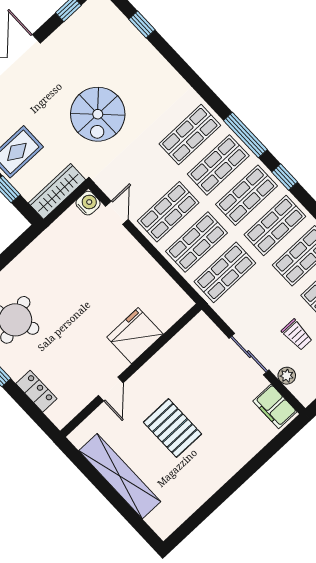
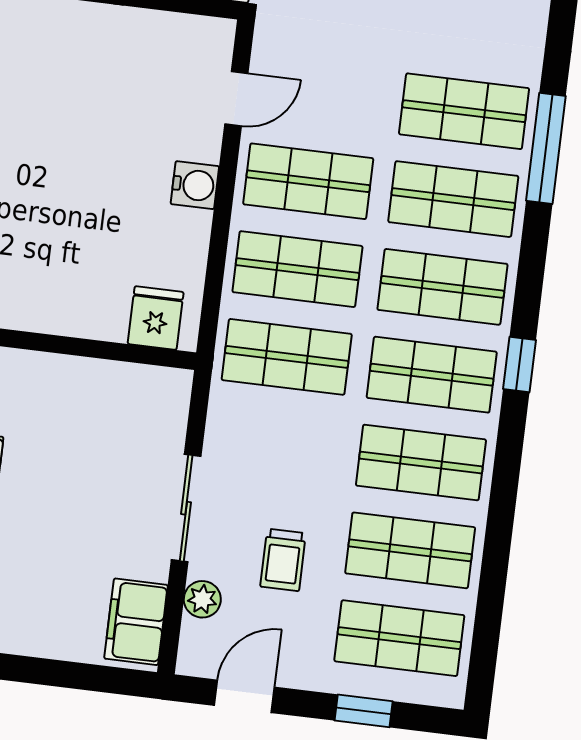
window: (245, 135) -> (546, 148), moved
window: (285, 177) -> (519, 364), moved
water cooler: (88, 203) -> (195, 185), moved
fridge: (135, 336) -> (156, 318), moved, width x0.53, depth x0.75

